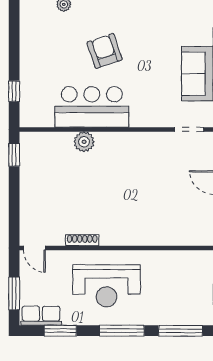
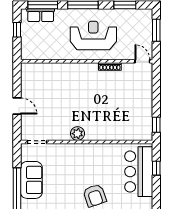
bar counter: (92, 107) -> (139, 172), moved, turned 90
plant: (84, 142) -> (77, 134), moved
row of seats: (41, 316) -> (41, 15), moved

